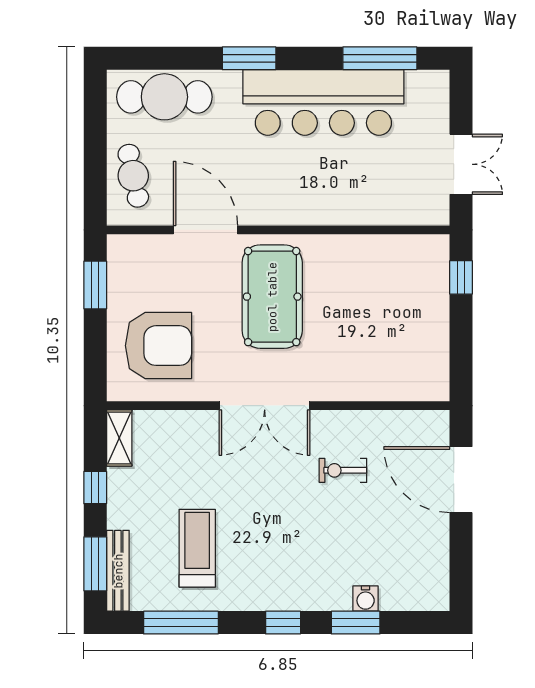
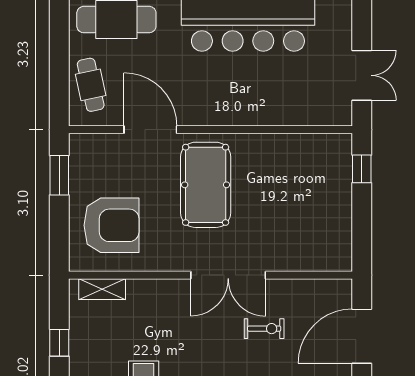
double door: (265, 406) -> (228, 275), moved
shelving: (119, 438) -> (102, 289), moved, turned 90
exercise bike: (343, 470) -> (264, 329), turned 180
door: (461, 480) -> (362, 336), hinge flipped

